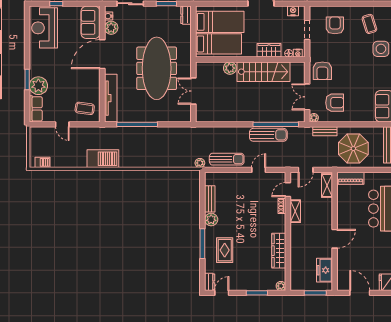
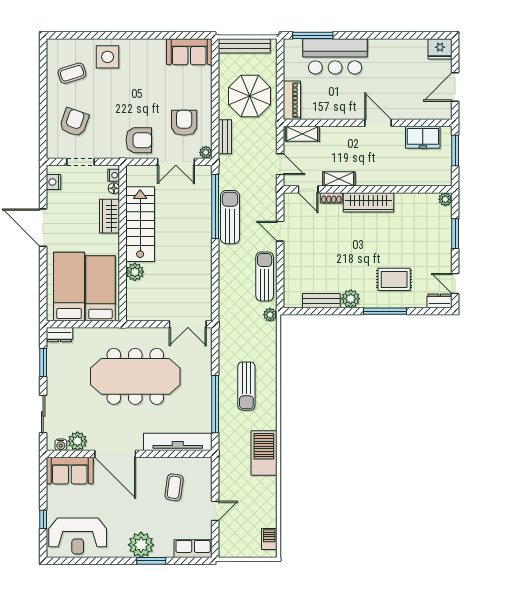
armchair: (335, 25) -> (74, 122), turned 109
plant: (38, 86) -> (141, 545), moved
double door: (193, 91) -> (188, 324), moved
coffee table: (85, 108) -> (174, 487), moved
sun lounger: (150, 146) -> (246, 386), added
wardrobe: (279, 251) -> (369, 202), moved

